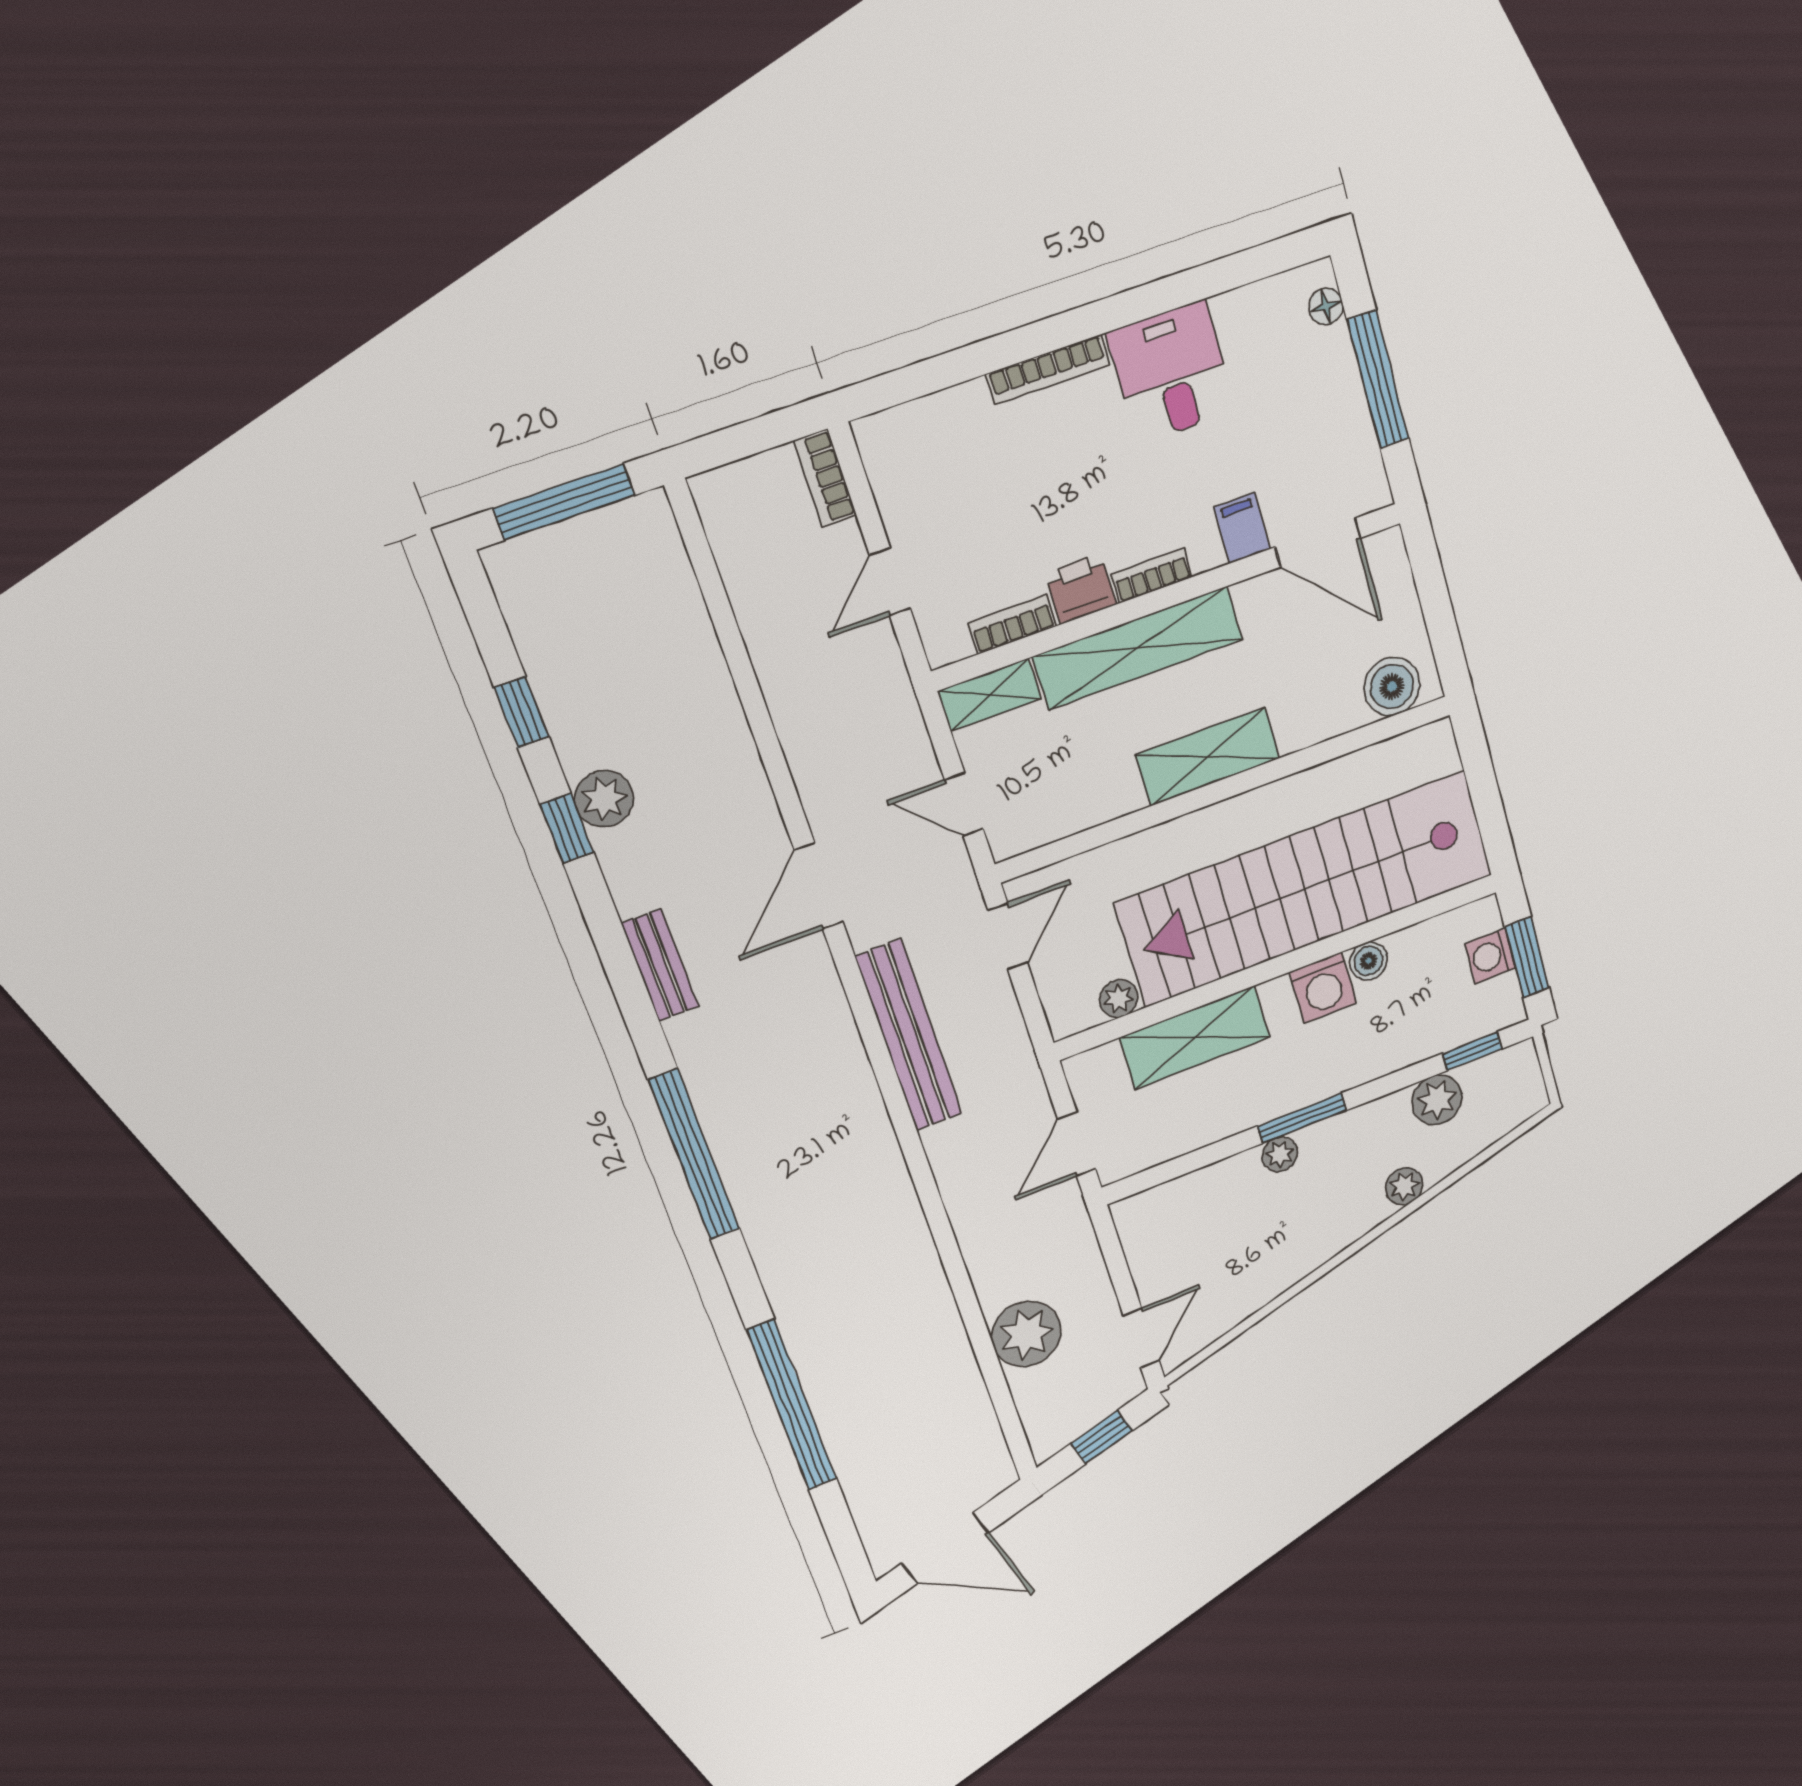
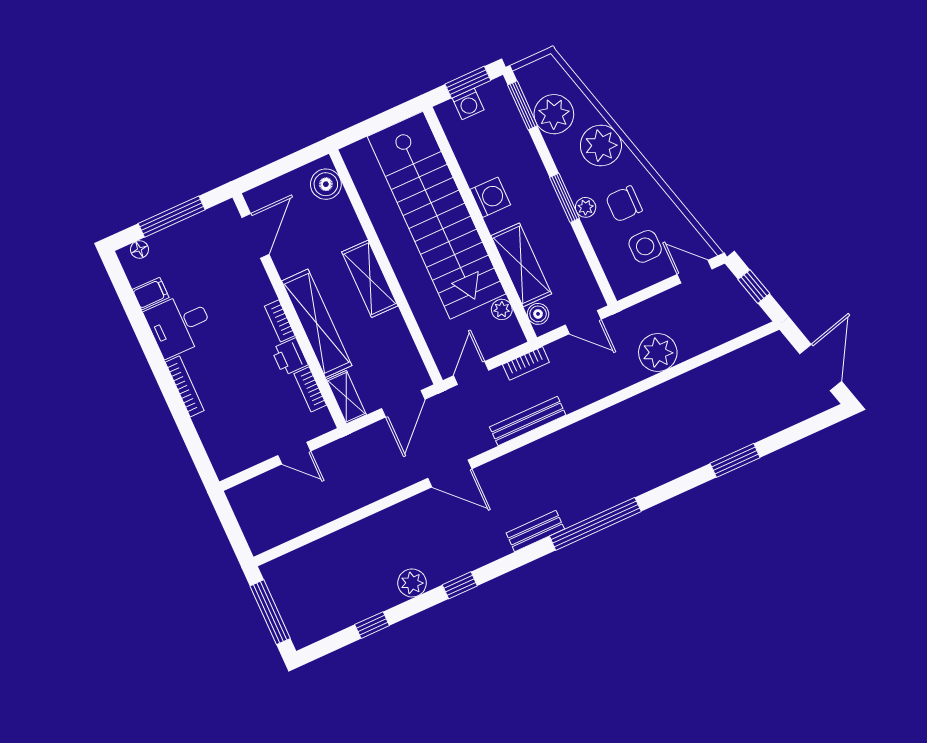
bookcase: (825, 478) -> (526, 363), moved
filing cabinet: (1242, 528) -> (151, 294), moved, turned 180
door: (964, 804) -> (403, 404), width x1.38
window: (567, 828) -> (460, 585), moved
door: (1008, 937) -> (471, 373), hinge flipped
boiler: (1368, 961) -> (538, 314), moved
bench: (660, 965) -> (535, 531), moved
bench: (909, 1036) -> (528, 421), width x0.73, depth x0.82
window: (1472, 1051) -> (523, 105), width x1.50
plant: (1437, 1100) -> (554, 114), width x1.36, depth x1.36
plant: (1404, 1186) -> (601, 146), width x1.88, depth x1.88
chair: (1276, 1220) -> (624, 204), added
side table: (1197, 1255) -> (645, 246), added
plant: (1026, 1334) -> (658, 352), moved
window: (792, 1405) -> (735, 460), width x0.47

